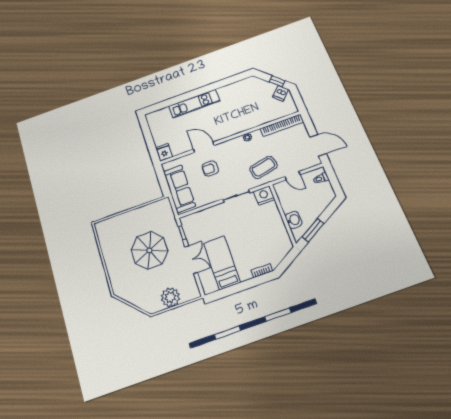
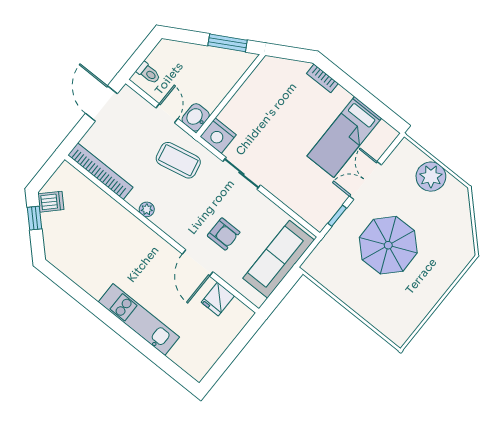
fridge: (164, 152) -> (218, 299), moved
washbasin: (294, 220) -> (196, 117), moved

